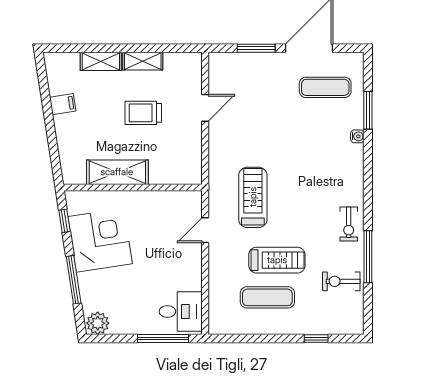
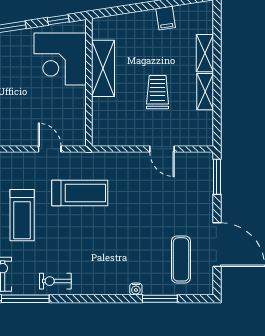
window: (256, 48) -> (217, 177), moved
corner desk: (100, 240) -> (60, 59), moved, turned 99

